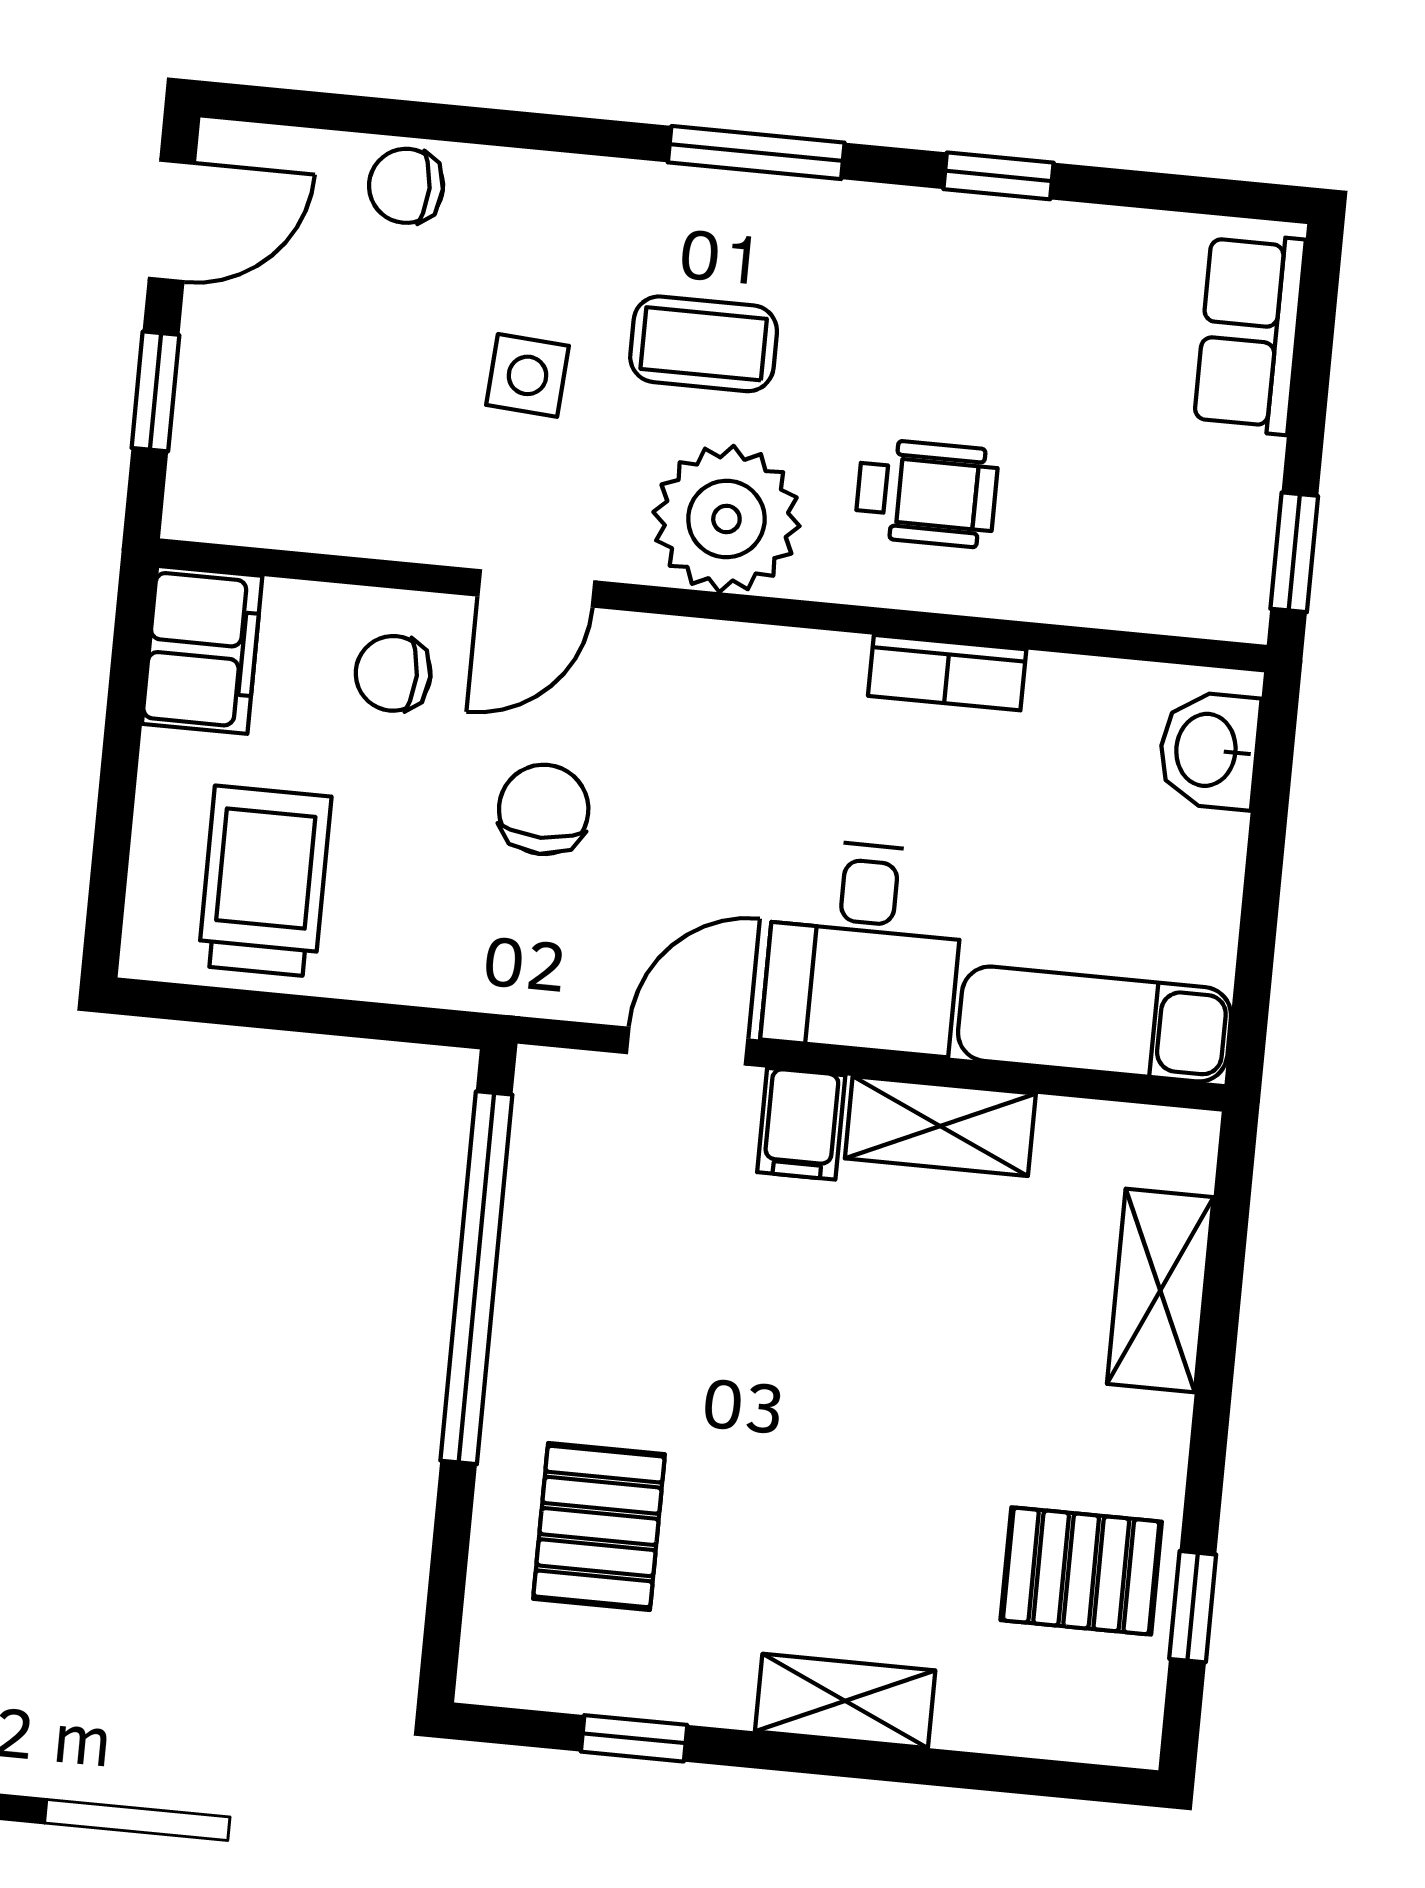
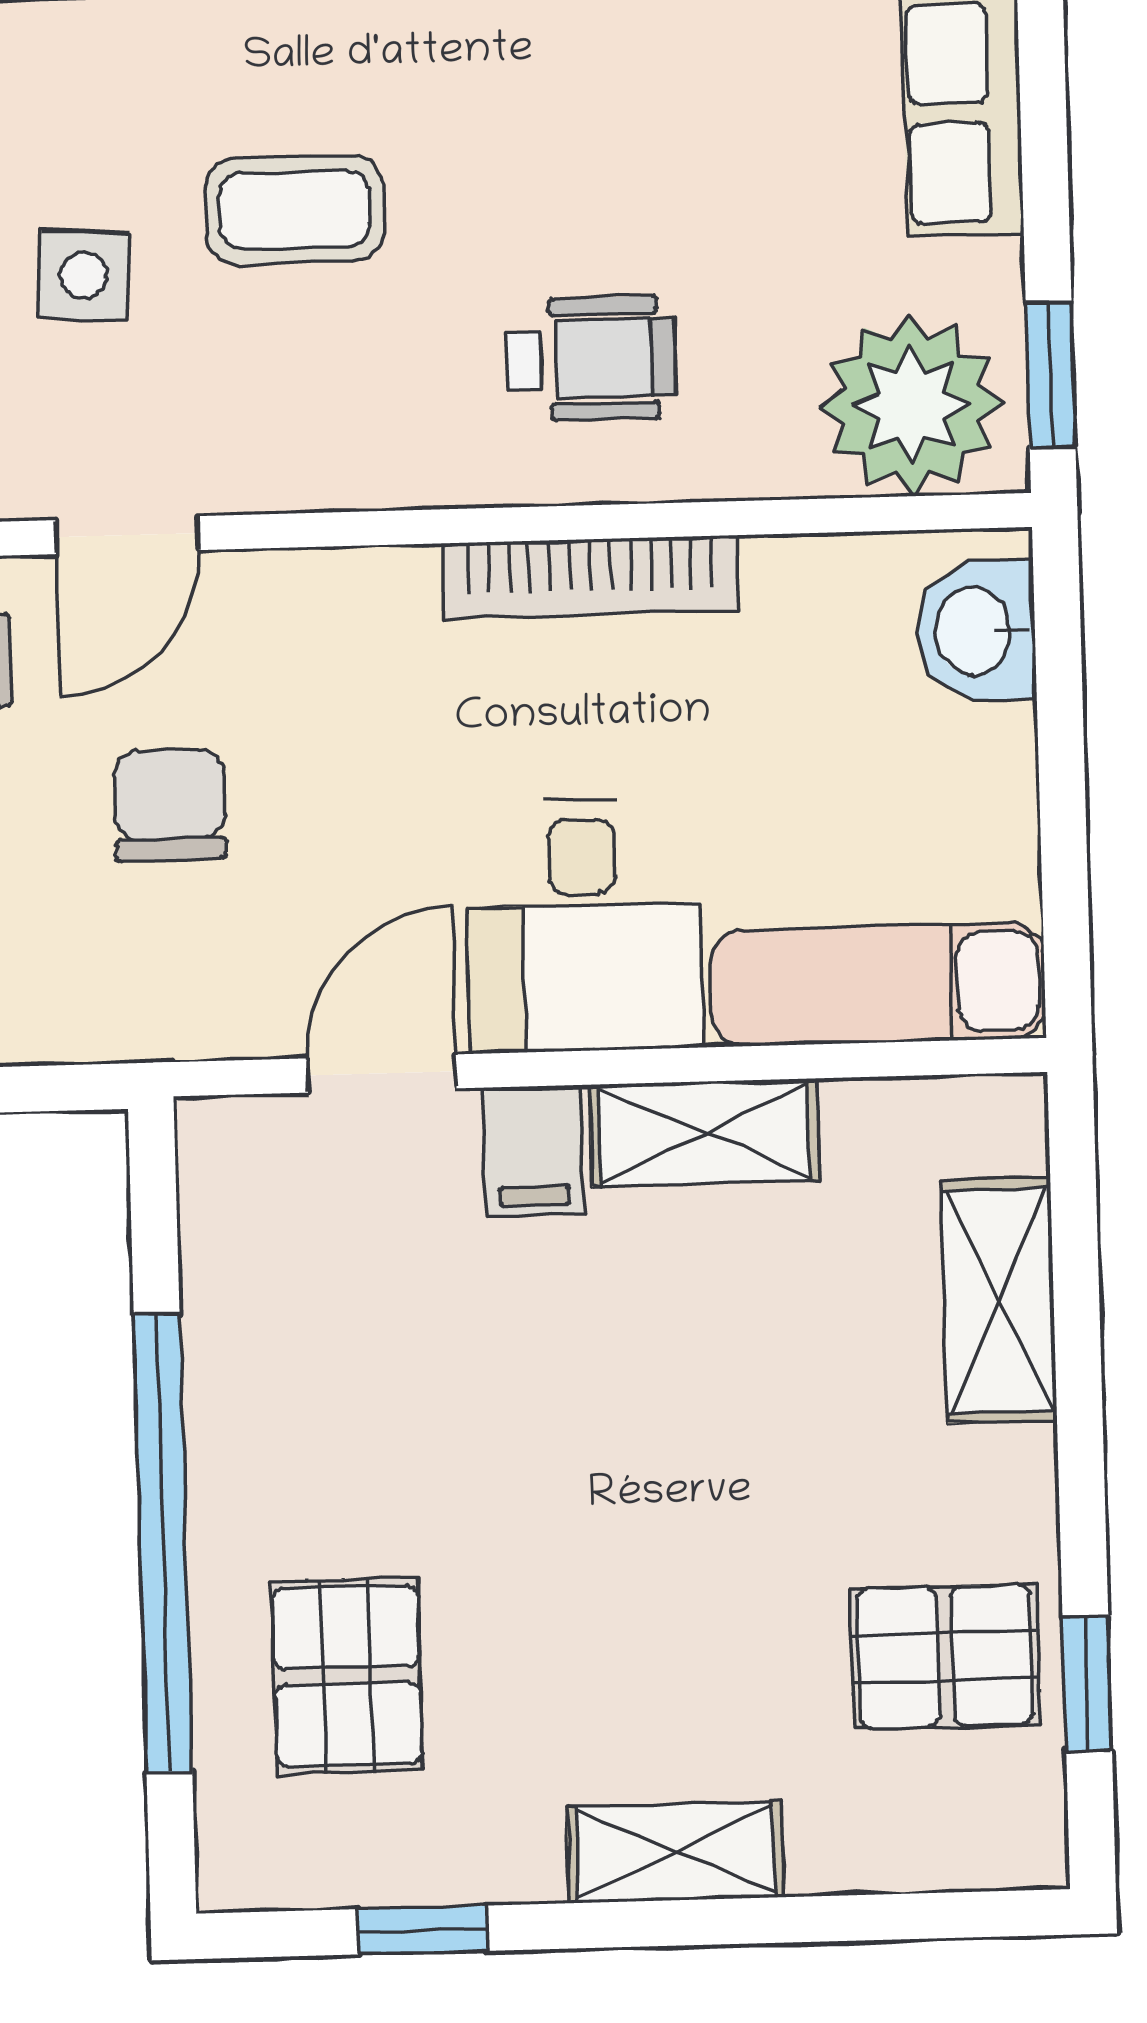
plant: (726, 519) -> (911, 405), moved
bookcase: (947, 673) -> (590, 577), width x1.56
window: (476, 1278) -> (163, 1543), moved

